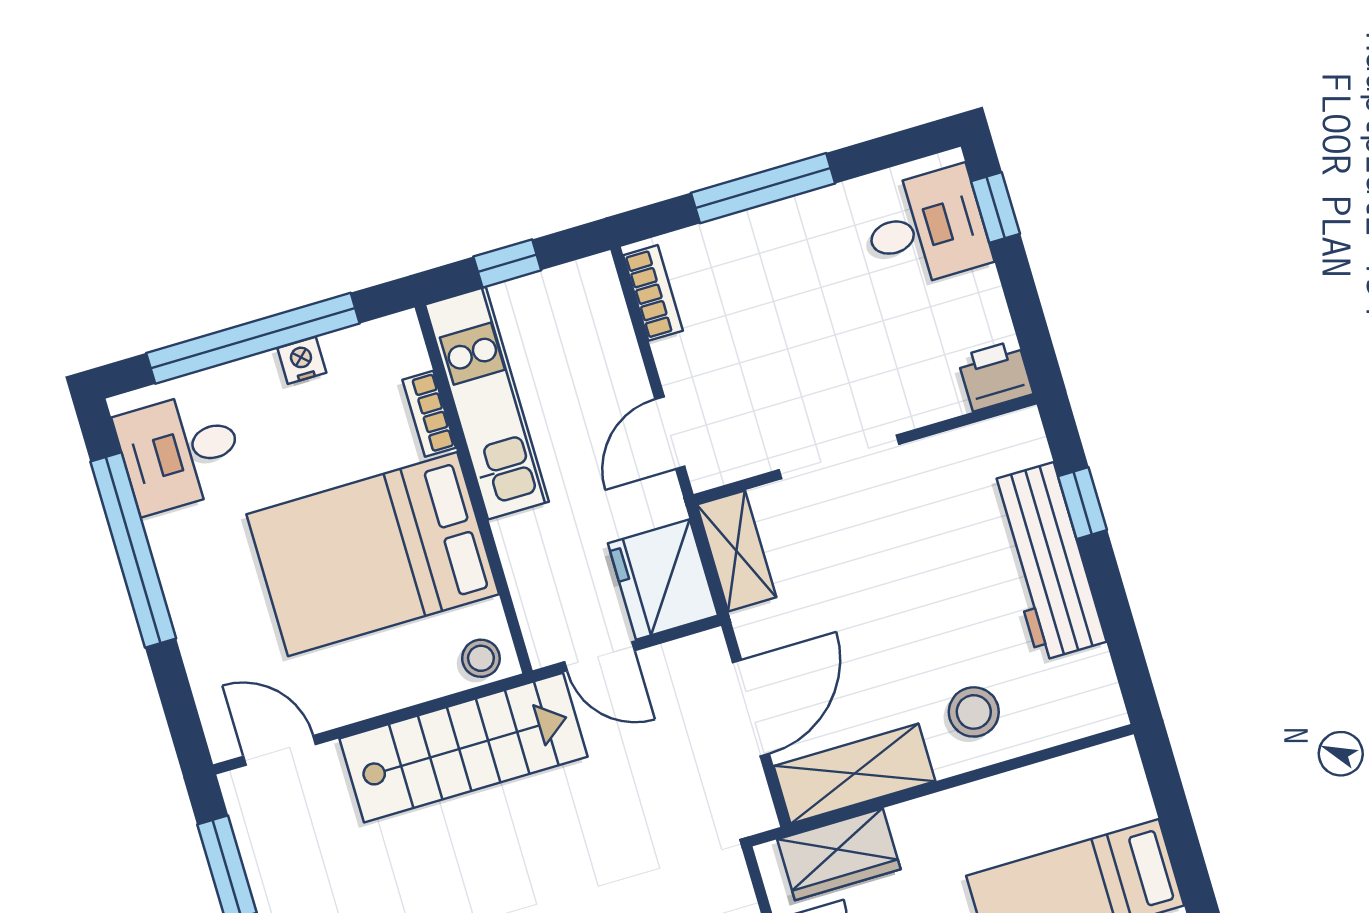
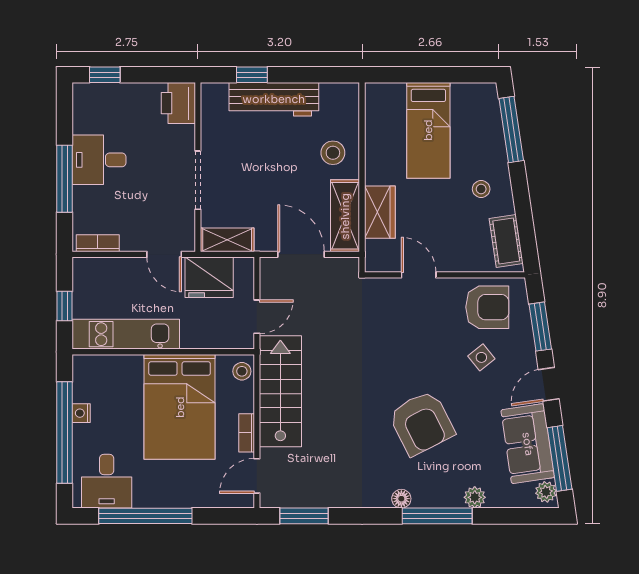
desk: (926, 228) -> (99, 160), moved, turned -90
printer: (995, 375) -> (178, 103), width x1.36, depth x1.24
bookcase: (429, 414) -> (247, 433), moved, turned 90
fridge: (663, 579) -> (209, 277), moved
wardrobe: (839, 854) -> (380, 212), moved

